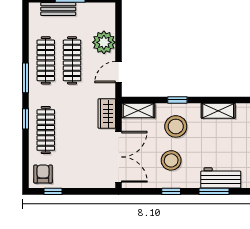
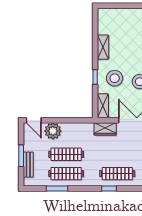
door: (119, 72) -> (34, 120), moved
window: (26, 78) -> (57, 188), moved

